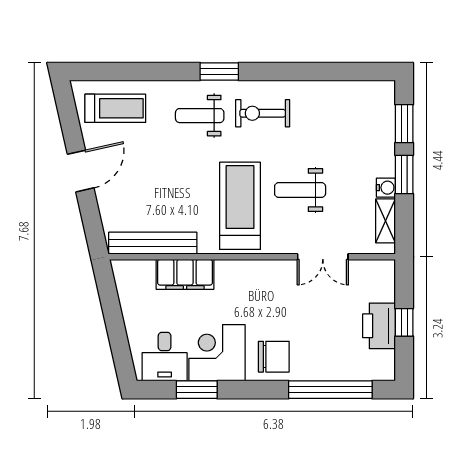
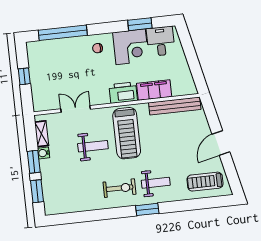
printer: (379, 326) -> (123, 93), moved, turned -90
chair: (274, 357) -> (98, 48), width x0.54, depth x0.54

